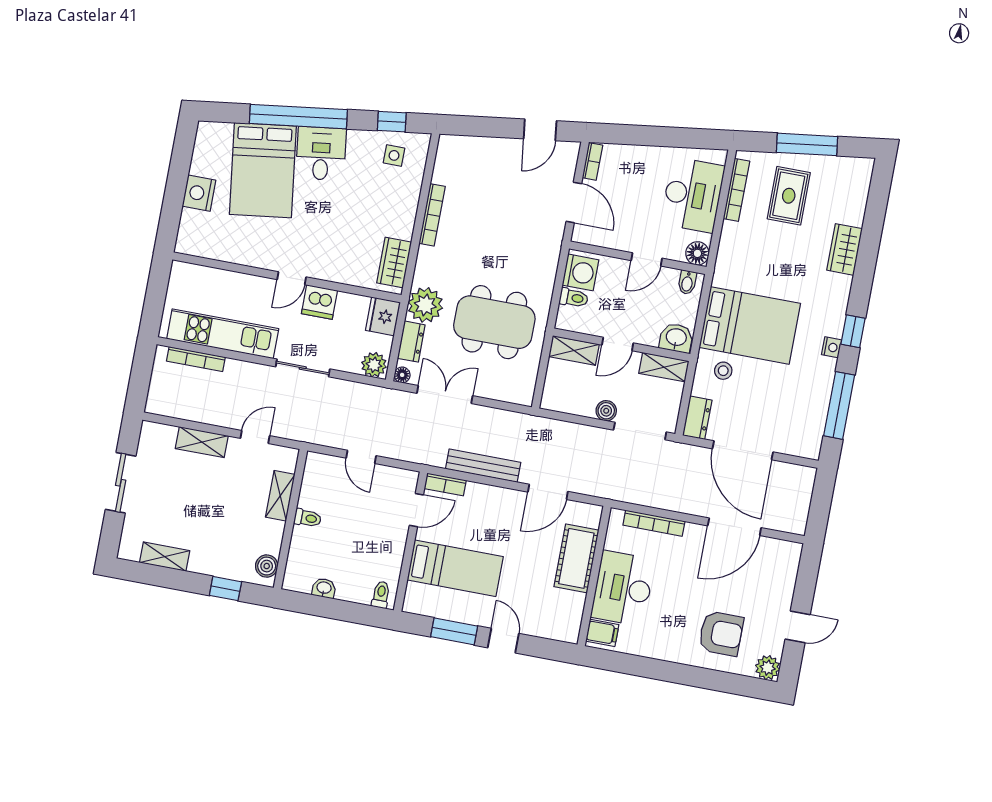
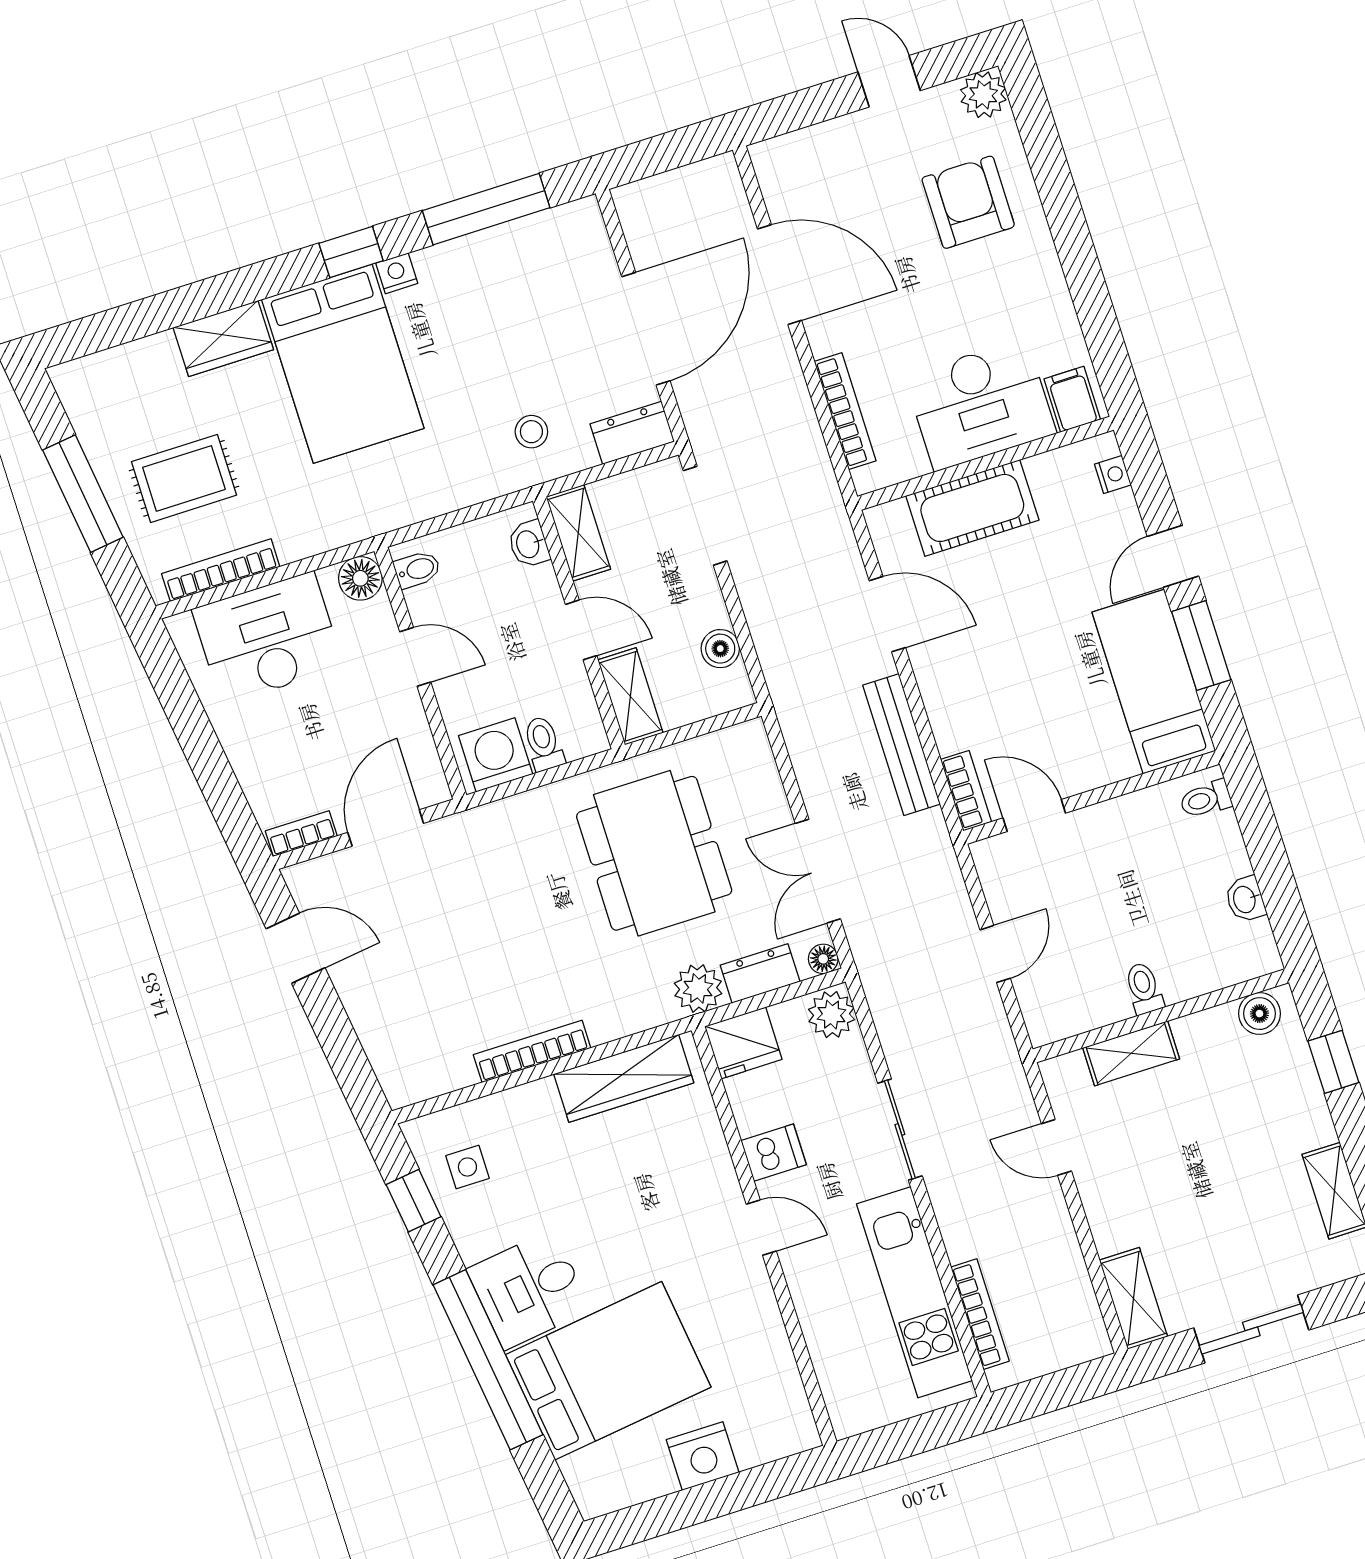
wardrobe: (394, 263) -> (624, 1078), width x1.50
dishwasher: (319, 302) -> (774, 1153), width x0.73
plant: (425, 305) -> (698, 988), width x0.73, depth x0.73
bed: (750, 325) -> (343, 364), moved, turned 180
washbasin: (676, 338) -> (529, 544), width x0.72, depth x0.69
boiler: (606, 411) -> (720, 649), moved
shelving: (202, 442) -> (1133, 1298), moved
bed: (455, 568) -> (1154, 681), moved
nightstand: (557, 633) -> (1113, 475), added

